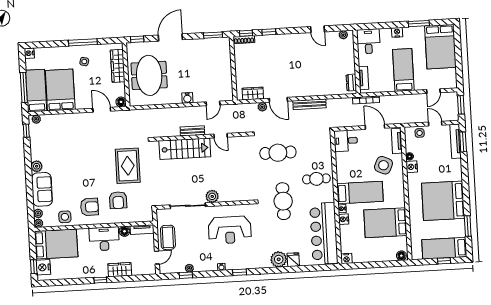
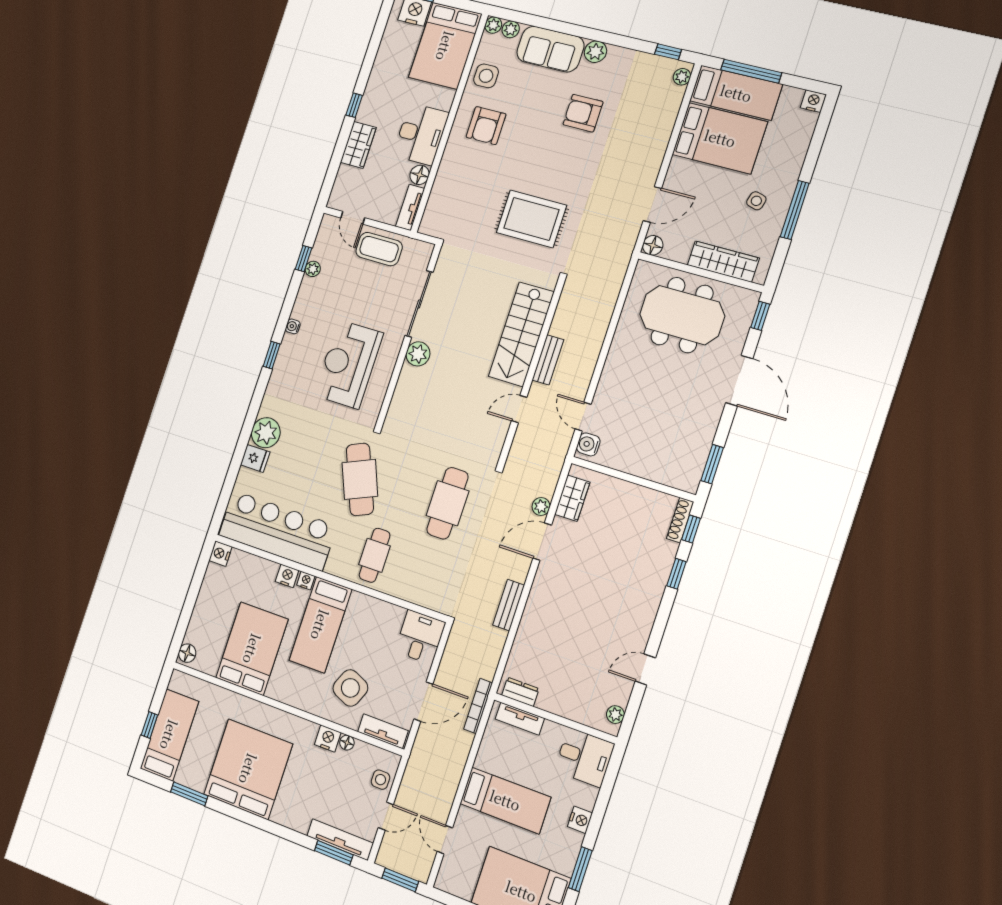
water cooler: (187, 98) -> (588, 444), moved
bench: (309, 104) -> (509, 605), width x0.73
armchair: (118, 200) -> (583, 113), moved
cafe table: (283, 201) -> (360, 479), turned 67

